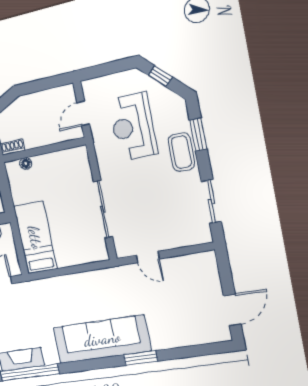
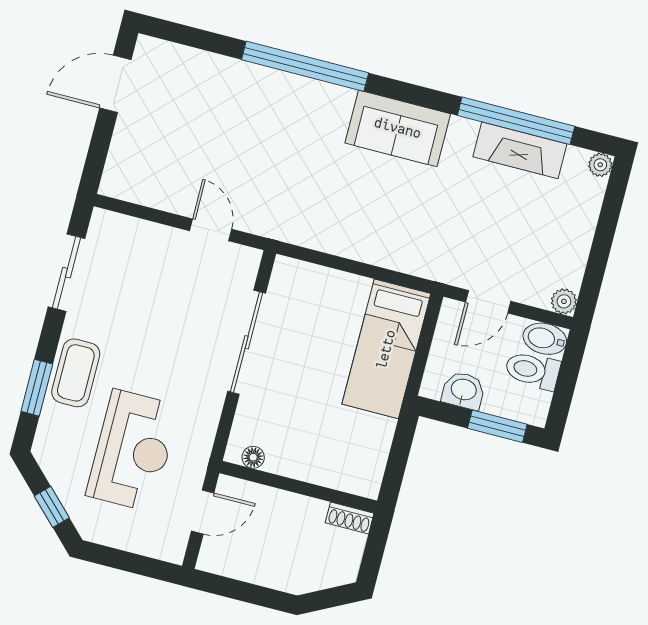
floor lamp: (26, 163) -> (253, 457), moved
sofa: (102, 339) -> (398, 128), width x0.54, depth x0.79
window: (140, 358) -> (305, 66), width x2.11

